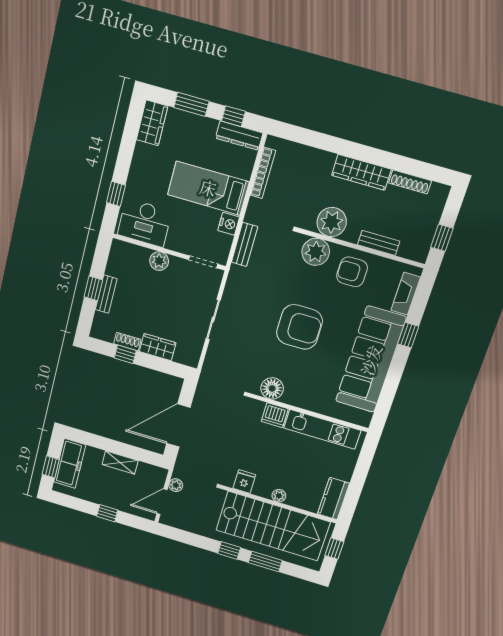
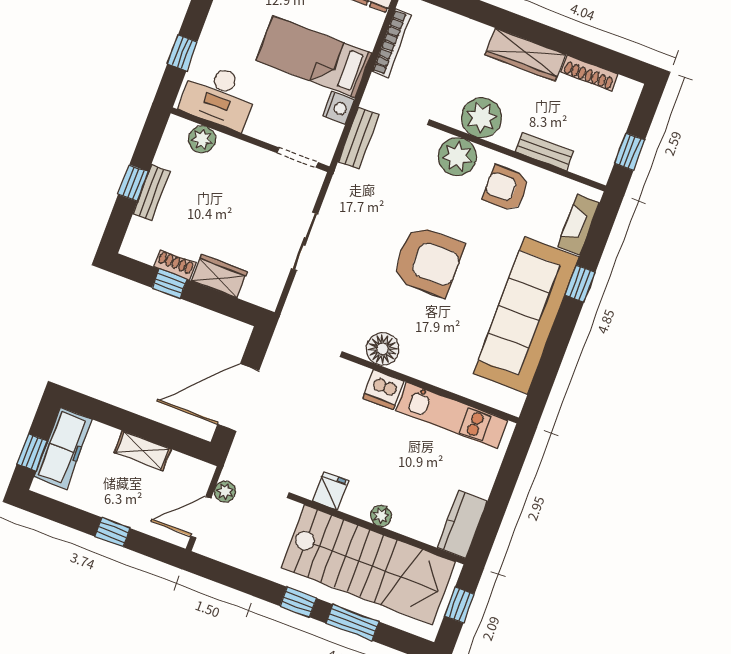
plant: (159, 261) -> (202, 139), moved

